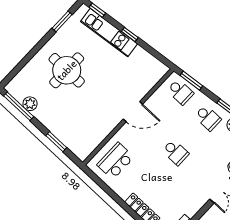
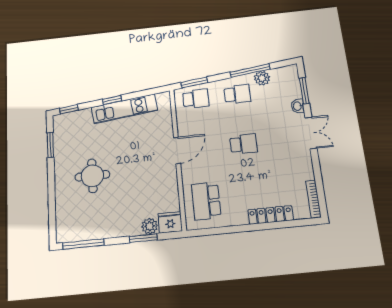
kitchen unit: (109, 33) -> (124, 109), moved
round table: (67, 70) -> (92, 176), width x0.73, depth x0.73
plant: (30, 104) -> (150, 226), moved
fridge: (81, 150) -> (170, 222), added

